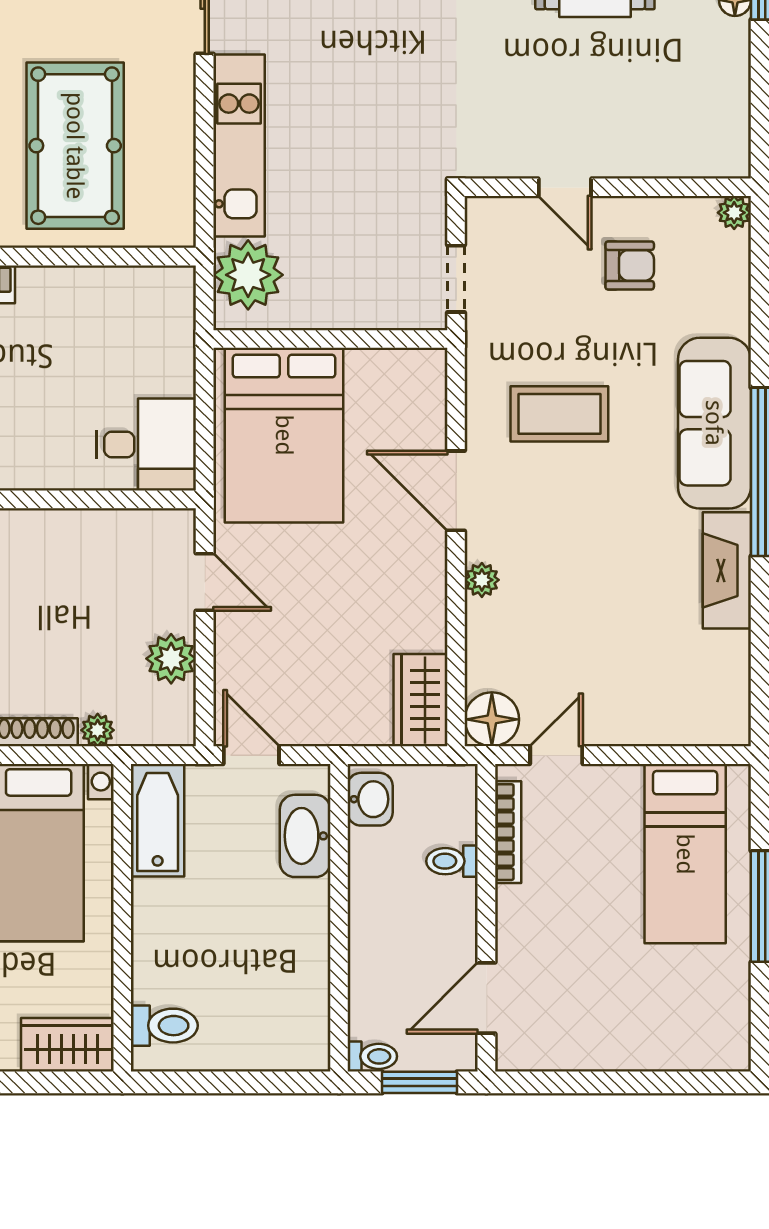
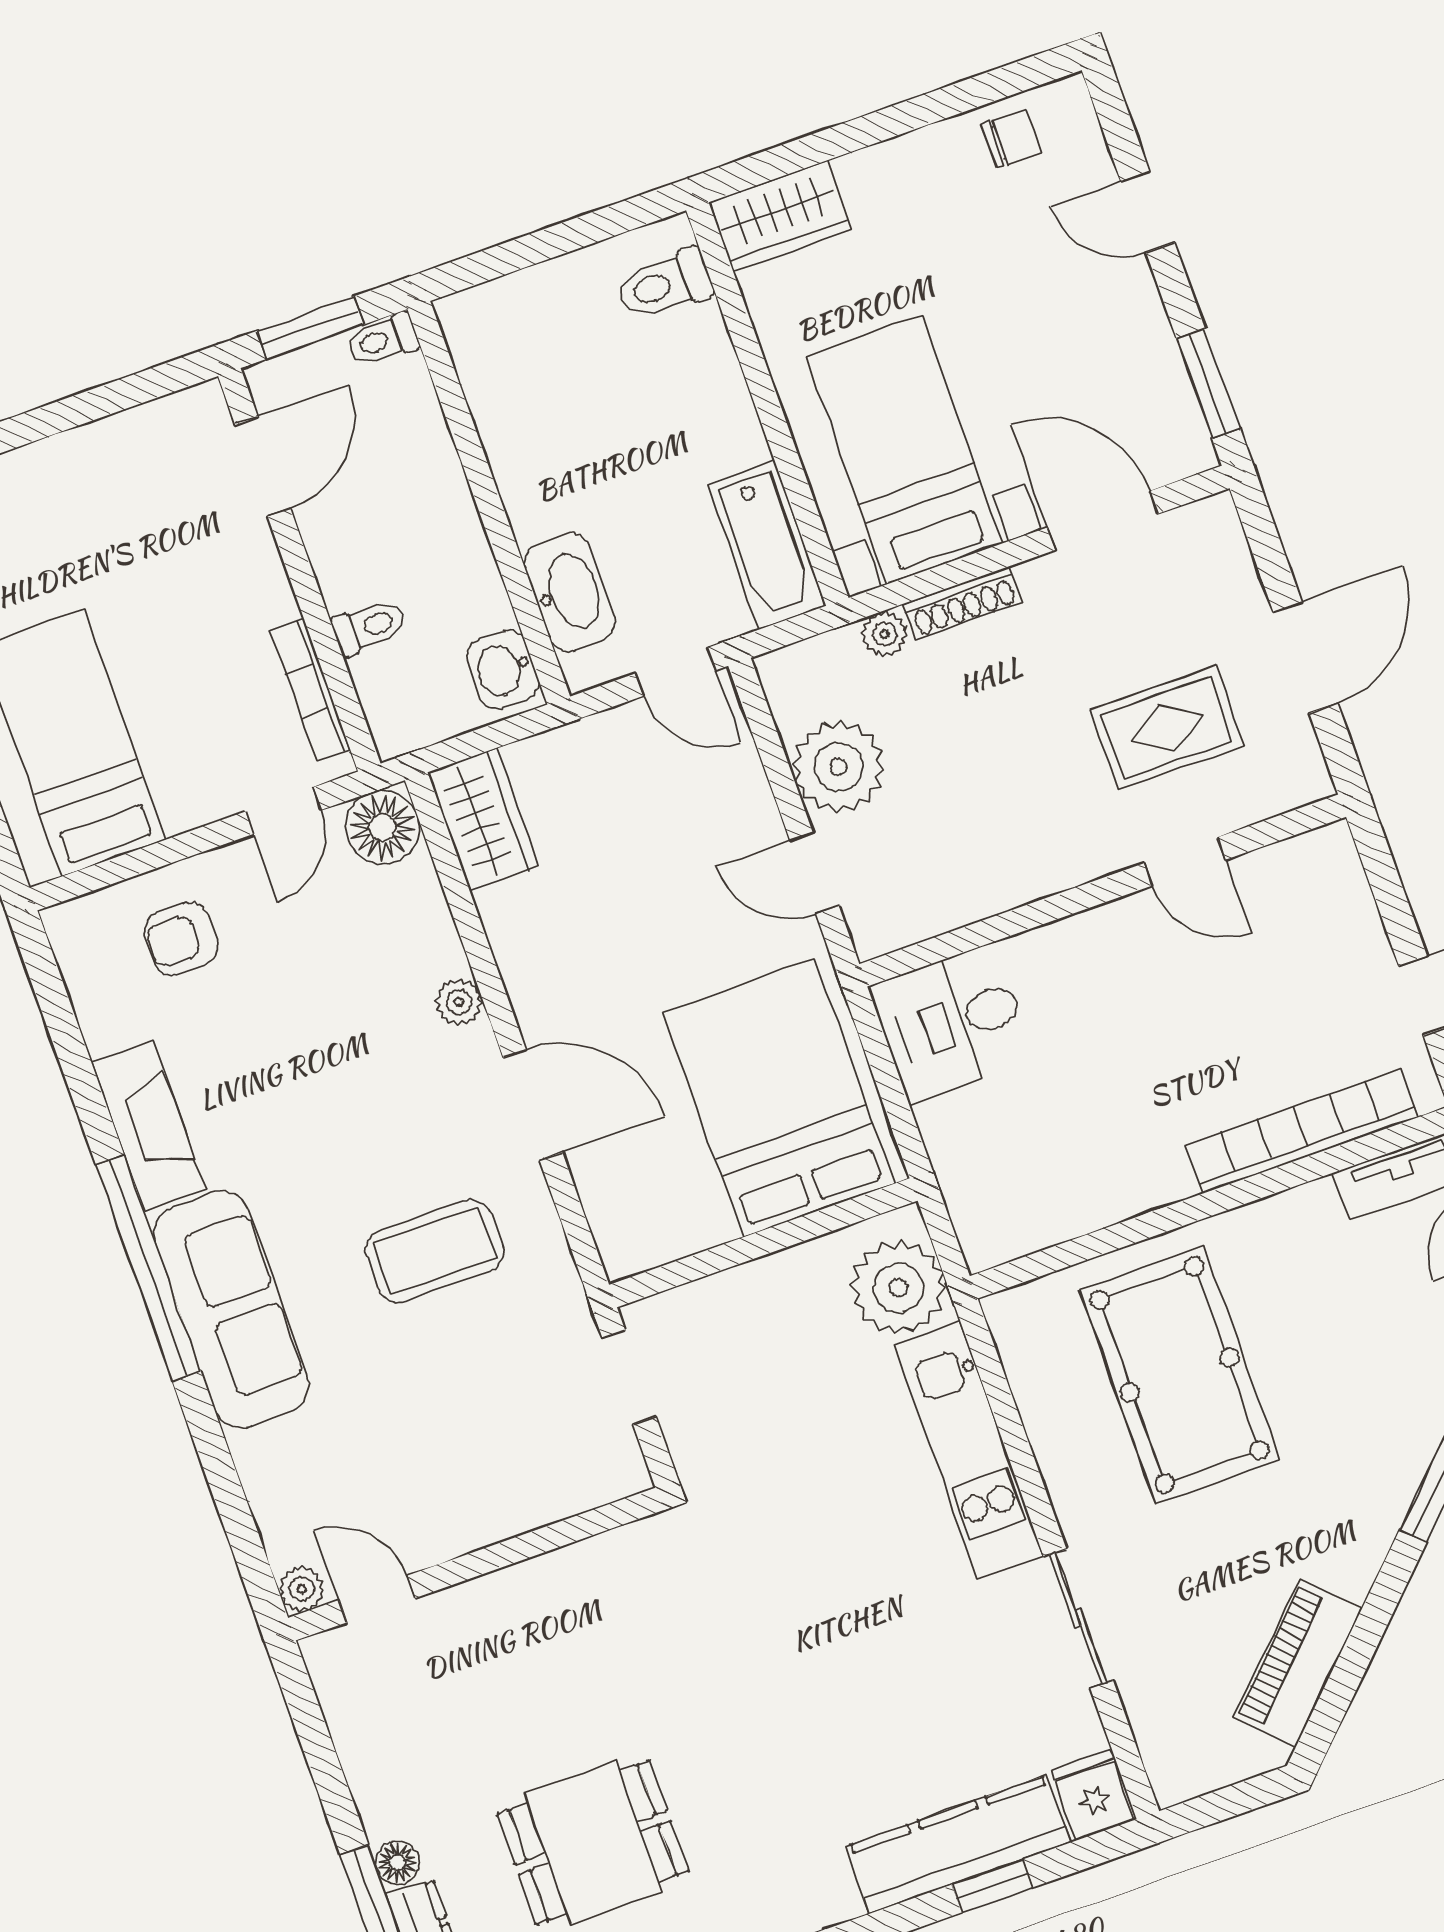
door: (565, 187) -> (377, 1599), moved
armchair: (630, 265) -> (181, 939), moved
plant: (171, 659) -> (838, 767), width x1.36, depth x1.36

